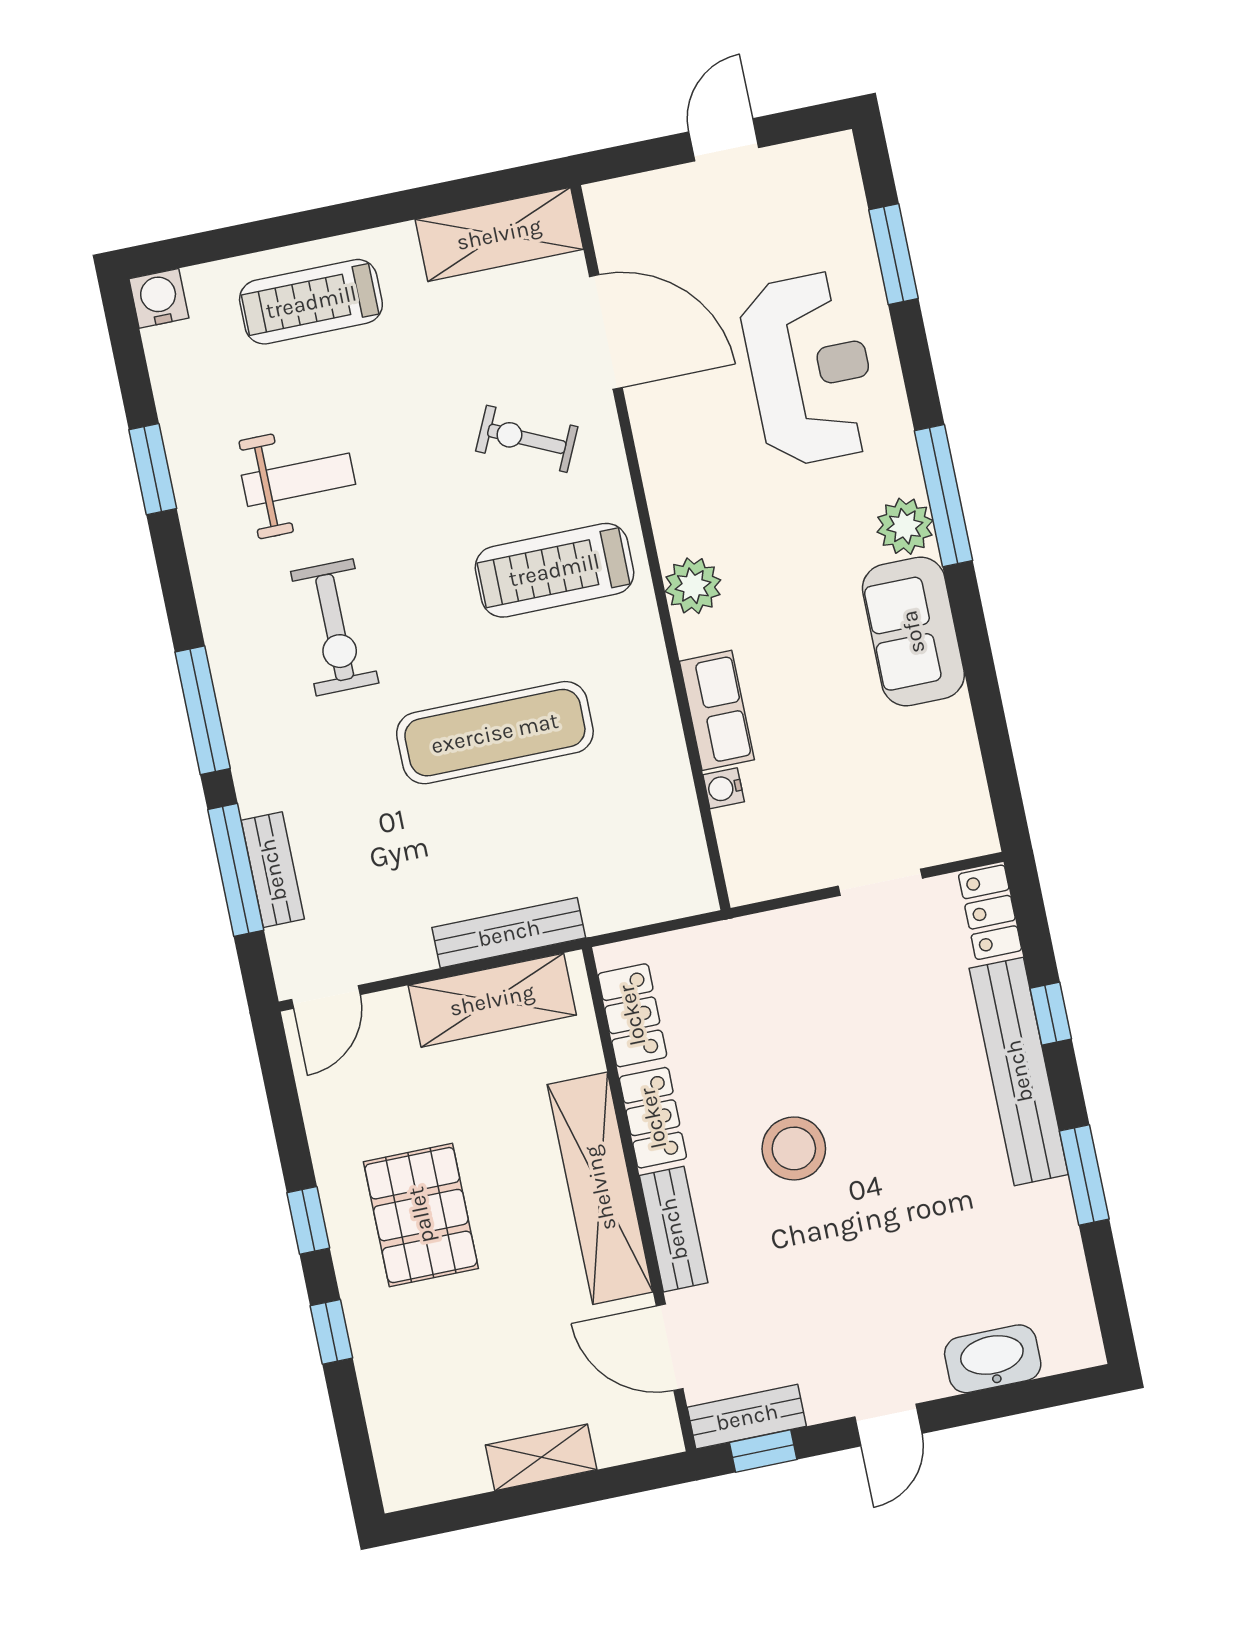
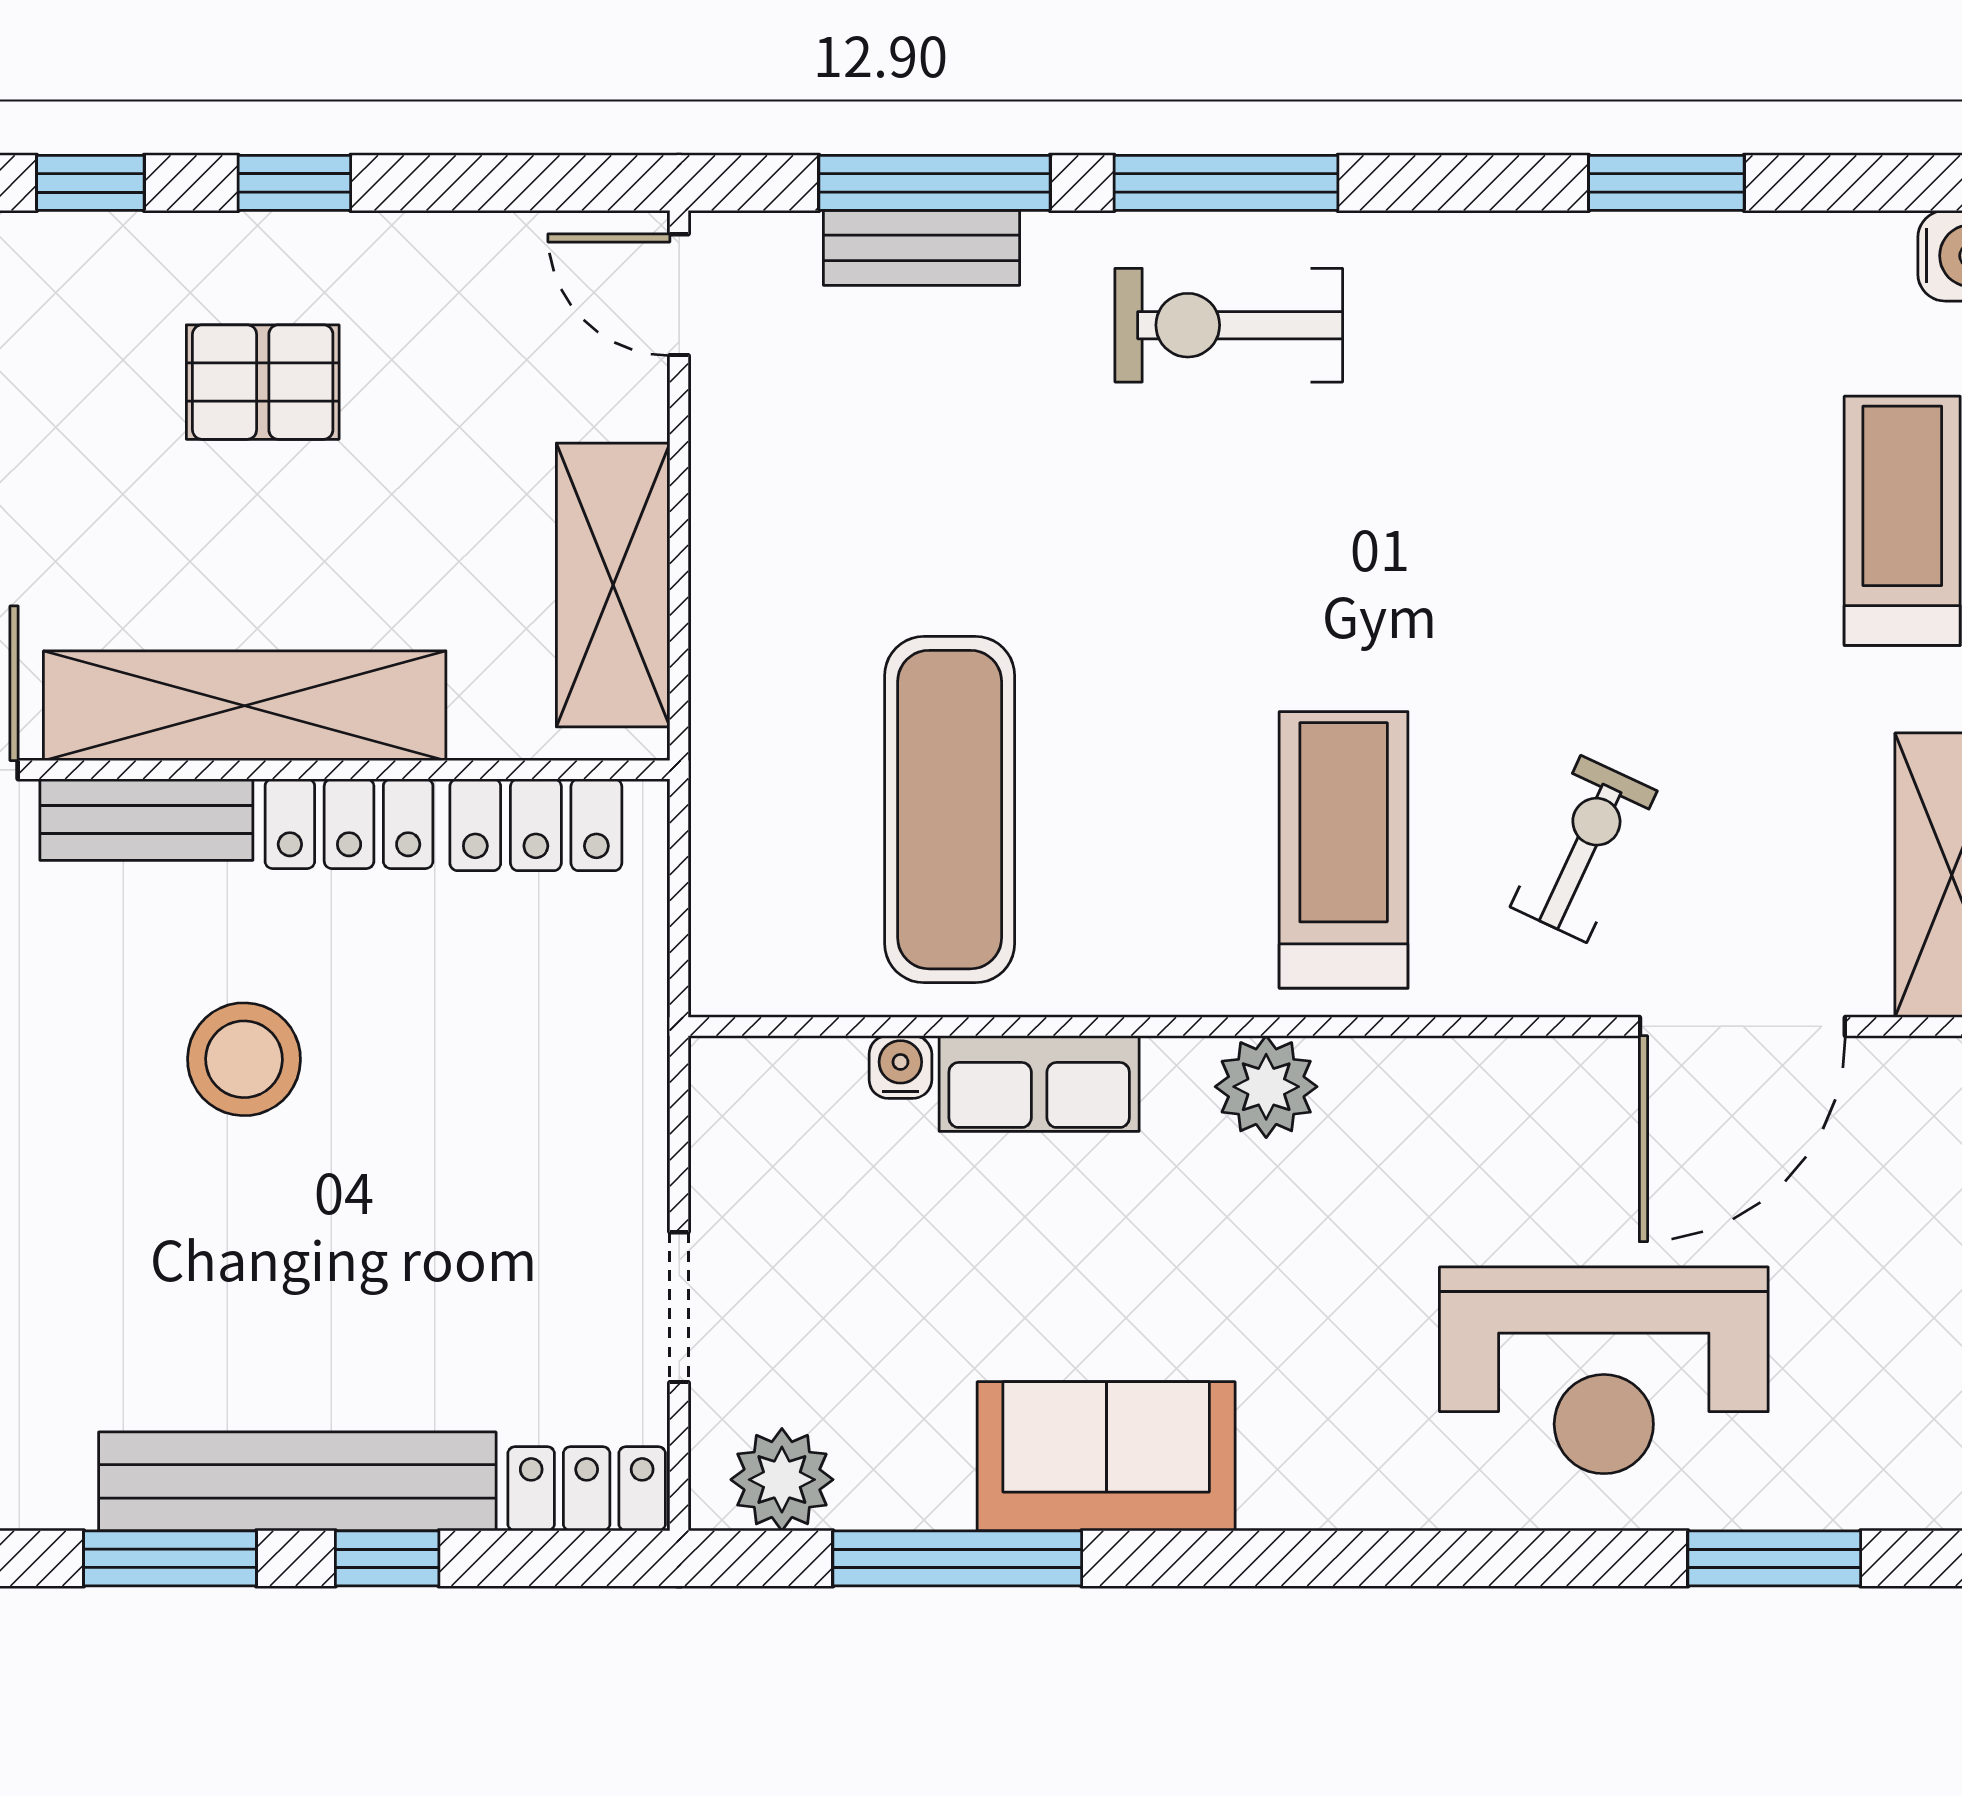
weight bench: (299, 480) -> (1595, 434), removed
window: (944, 496) -> (957, 1558), moved
plant: (905, 526) -> (782, 1480), moved
exercise bike: (335, 627) -> (1229, 325), moved
exercise mat: (495, 733) -> (950, 810), moved
bench: (509, 933) -> (725, 638), removed
window: (1084, 1175) -> (170, 1558), moved
pallet: (421, 1215) -> (263, 382), width x0.67, depth x0.71

